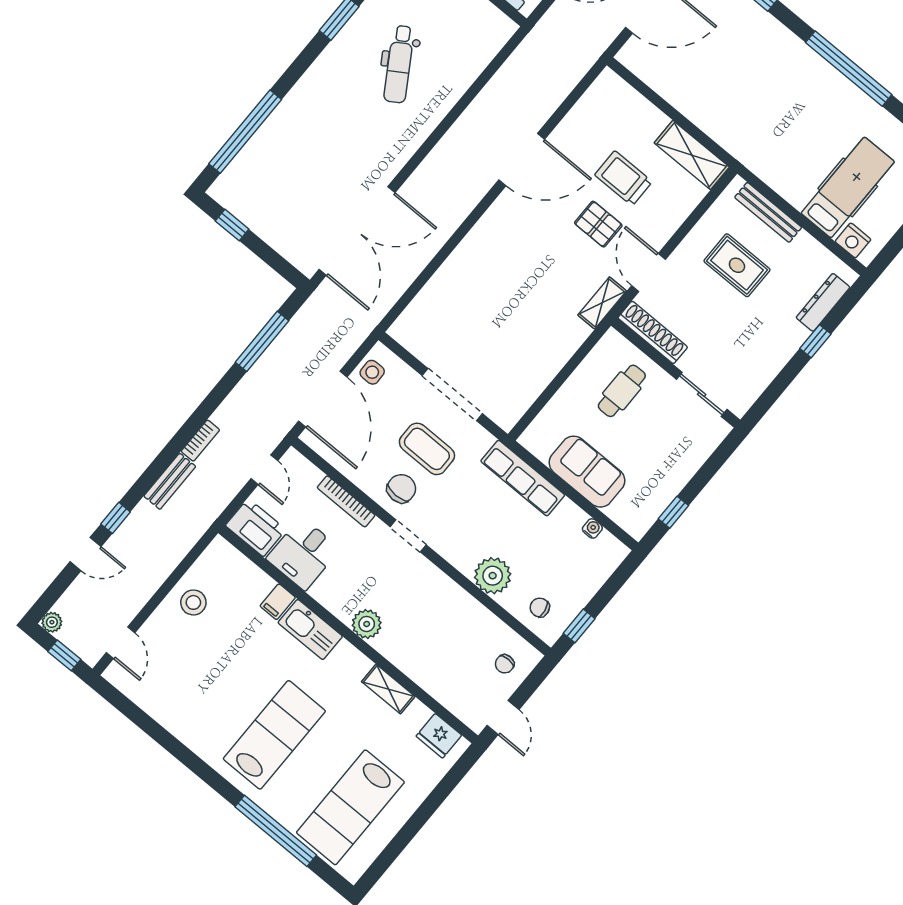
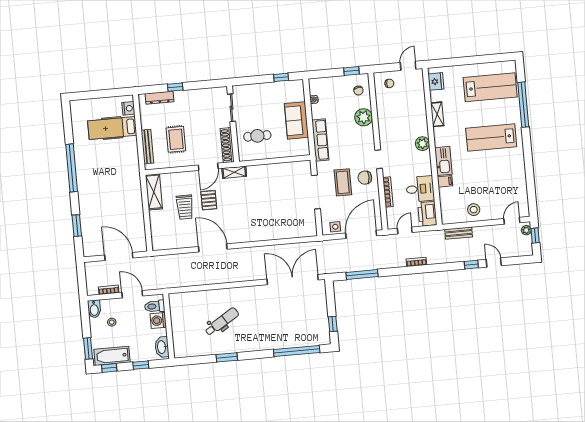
bench: (170, 481) -> (459, 233), moved
plant: (52, 622) -> (526, 230), moved

